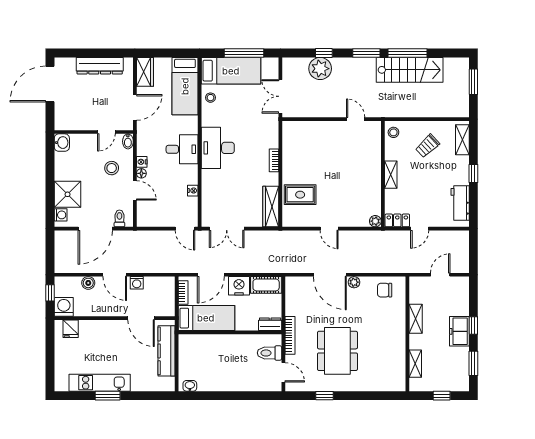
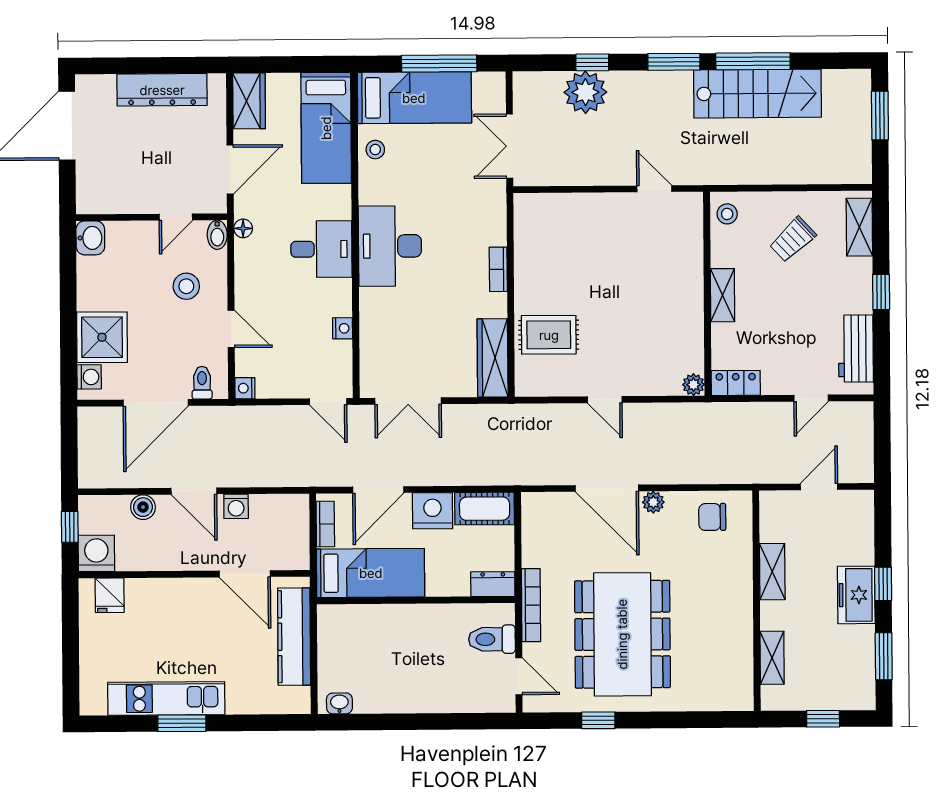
nightstand: (142, 162) -> (245, 388), moved
floor lamp: (141, 173) -> (243, 228), moved
door: (420, 229) -> (811, 398), moved
dining table: (337, 351) -> (622, 634), width x1.36, depth x1.24

